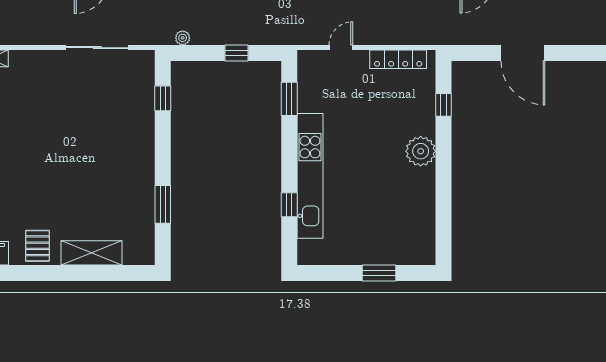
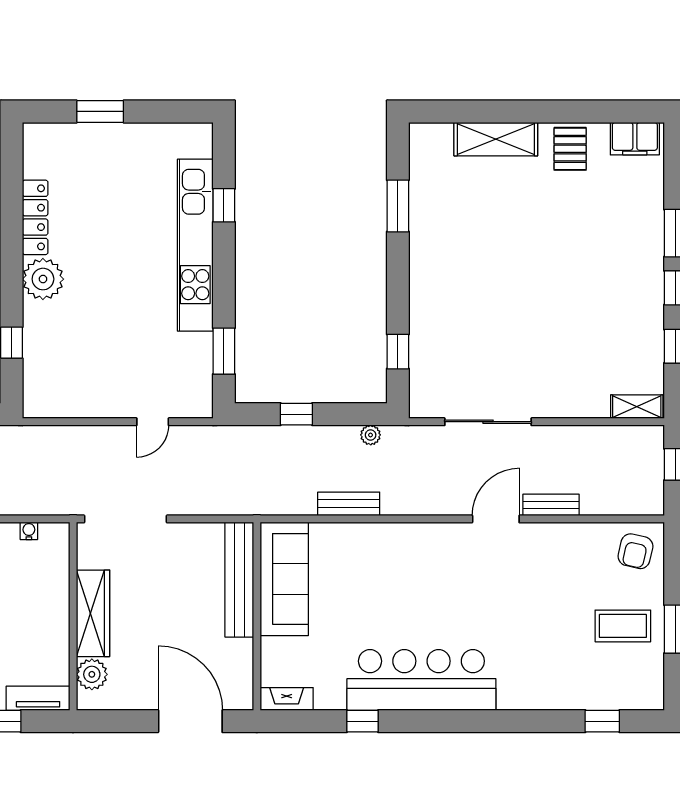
locker: (398, 59) -> (35, 217), moved, turned 90

